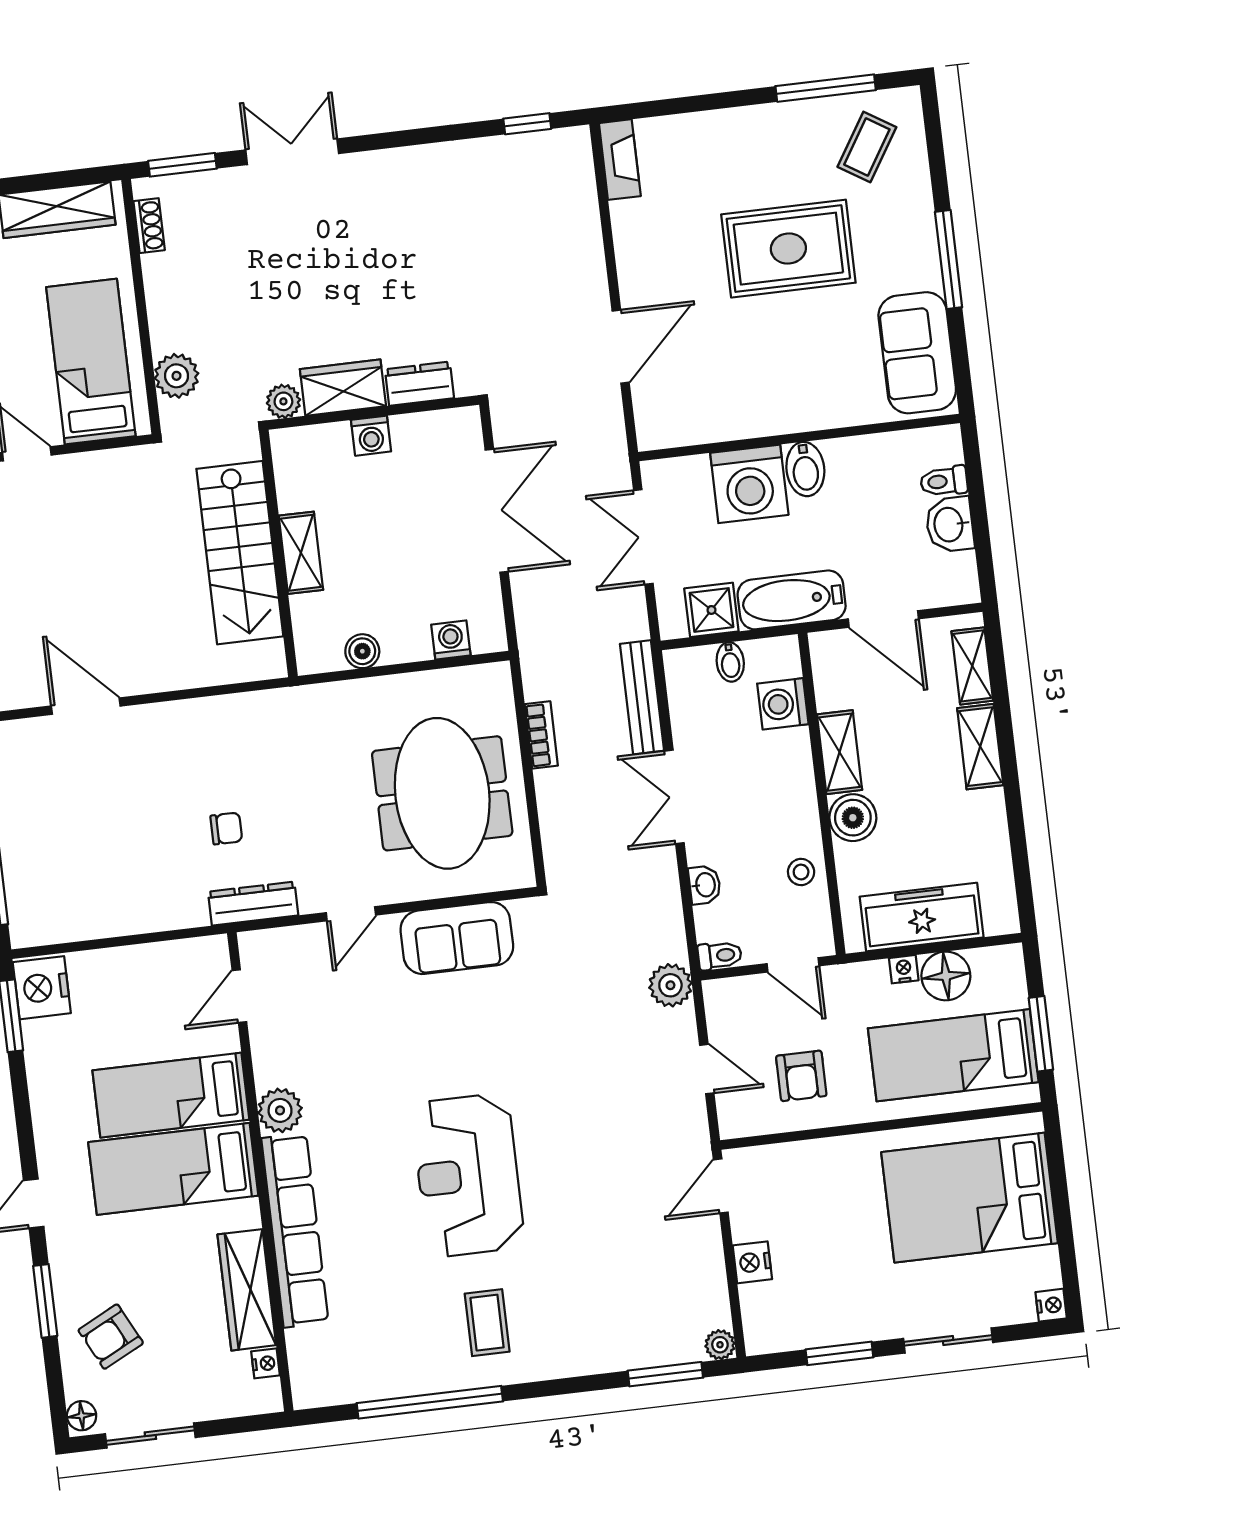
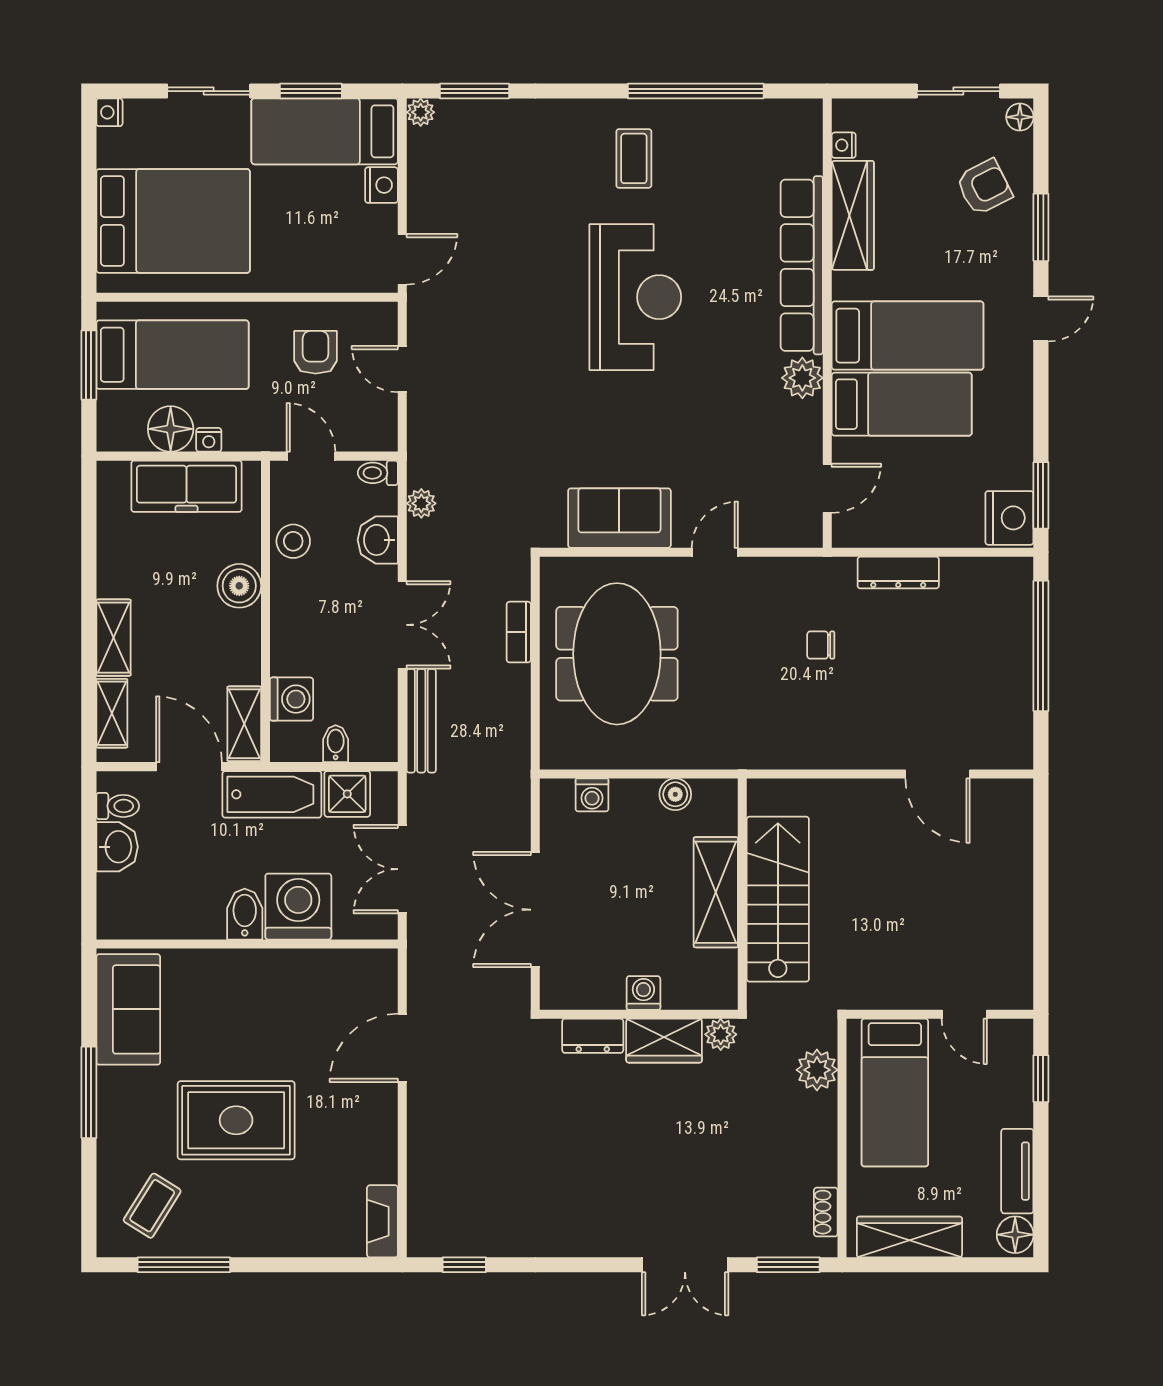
toilet: (944, 481) -> (118, 806), moved
double door: (643, 537) -> (402, 869), swing flipped
shelving: (301, 553) -> (716, 892), width x1.50, depth x1.33
bookcase: (541, 735) -> (519, 632), moved
shelving: (840, 752) -> (244, 724), moved
stool: (801, 872) -> (293, 541), width x1.37, depth x1.37
washbasin: (705, 885) -> (378, 540), width x1.38, depth x1.45
dresser: (253, 904) -> (898, 573), moved
plant: (670, 985) -> (421, 503), moved, width x0.73, depth x0.73
bed: (820, 1312) -> (325, 131), added

